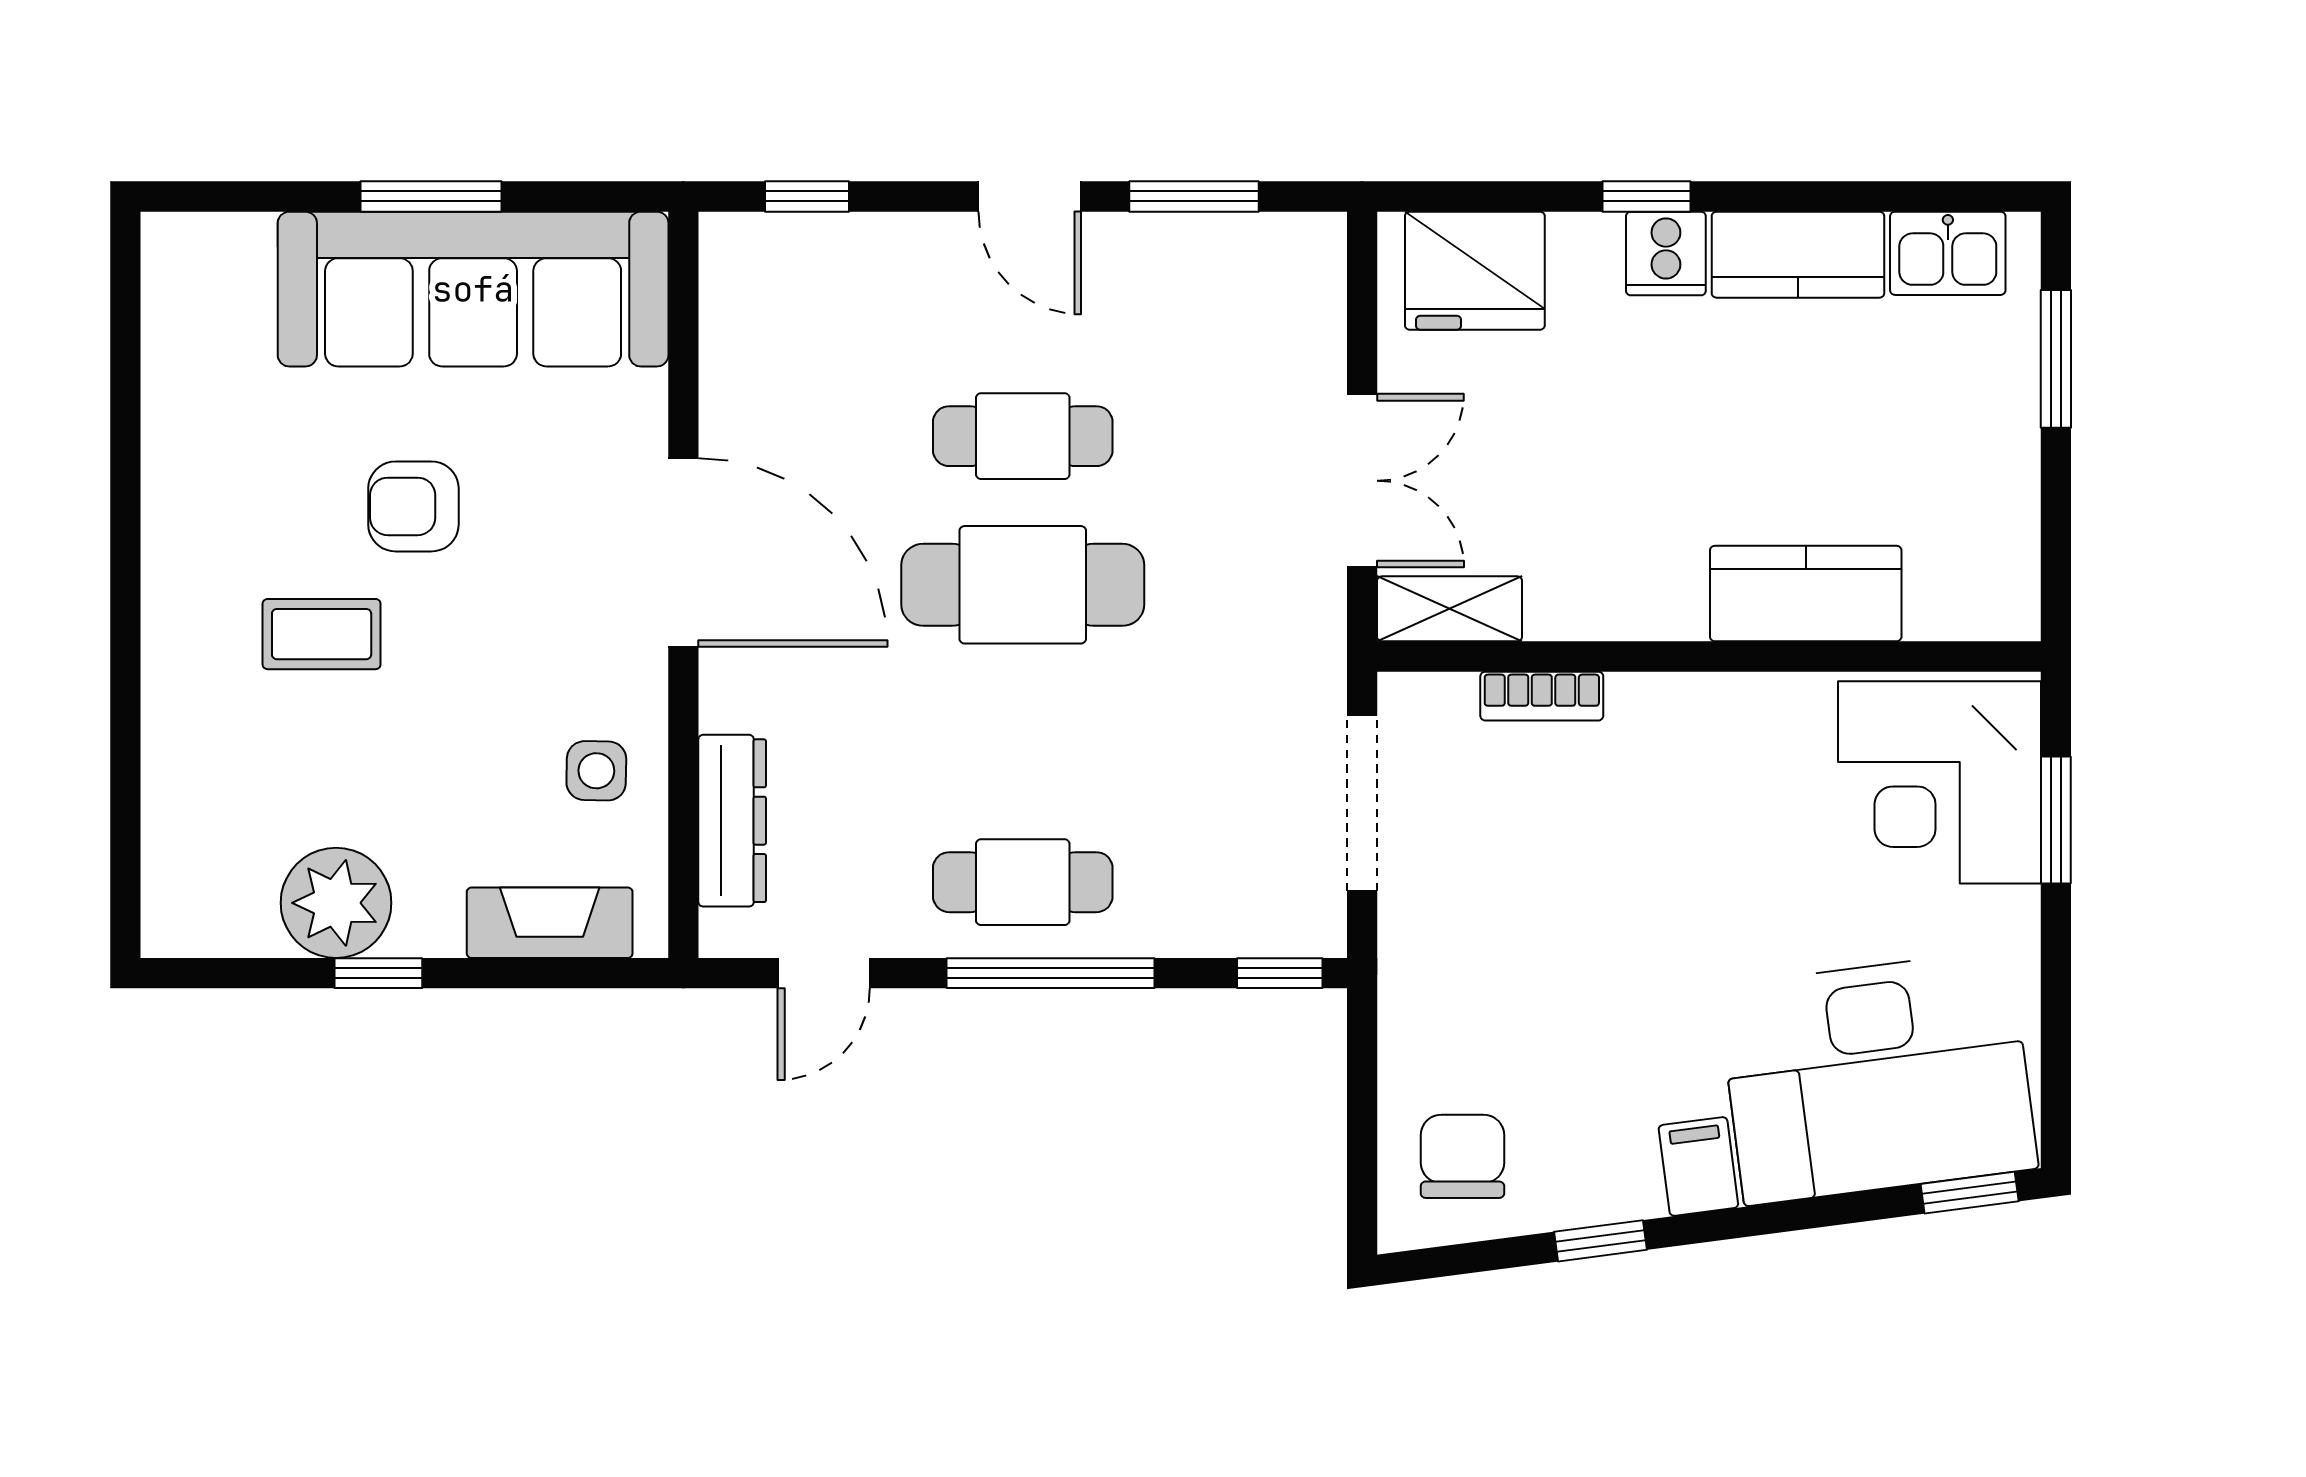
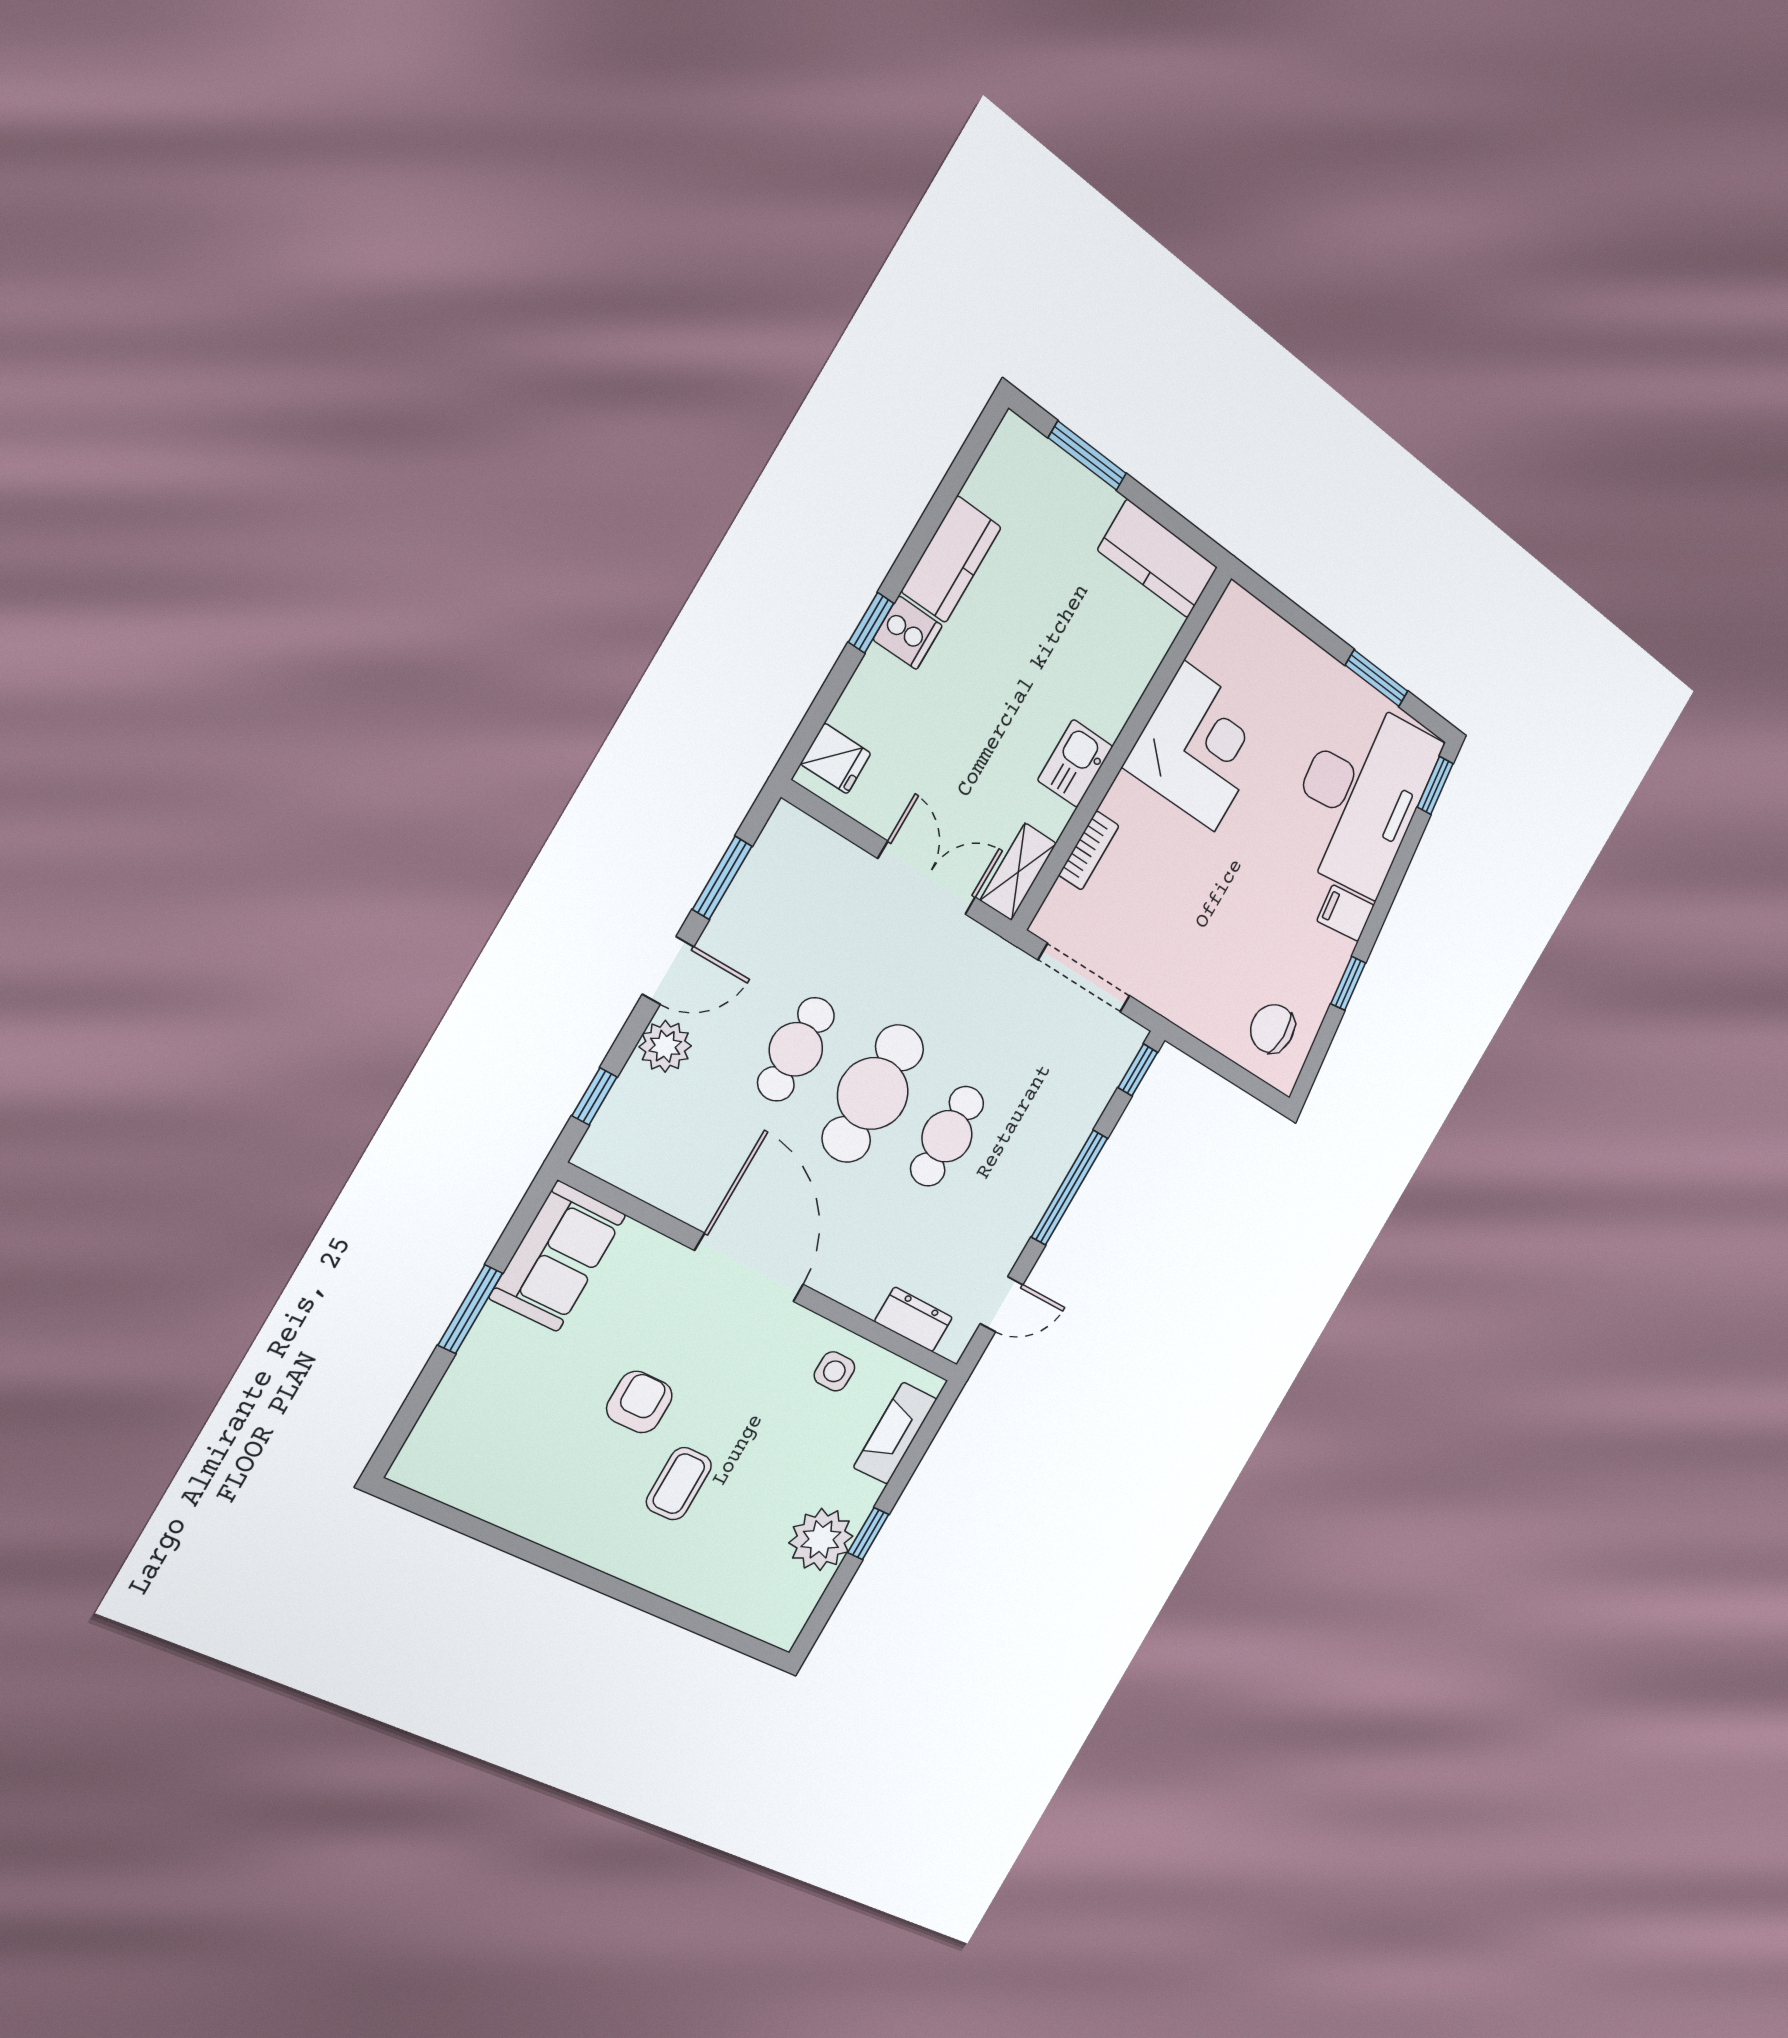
plant: (927, 252) -> (665, 1046), added
kitchen sink: (1948, 253) -> (1075, 763), moved, turned 180
fridge: (1475, 271) -> (836, 759), width x0.53, depth x0.75
sofa: (473, 289) -> (558, 1256), width x0.54, depth x0.79
armchair: (413, 506) -> (639, 1402), turned 180
door: (683, 552) -> (749, 1268), hinge flipped
kitchen counter: (1806, 594) -> (1158, 559), moved, turned -90
corner desk: (1940, 782) -> (1199, 747), moved, turned -90
window: (2056, 820) -> (1377, 678), moved
dresser: (732, 821) -> (914, 1319), width x0.70
cafe table: (1023, 882) -> (947, 1136), moved
door: (824, 973) -> (1002, 1304), hinge flipped

